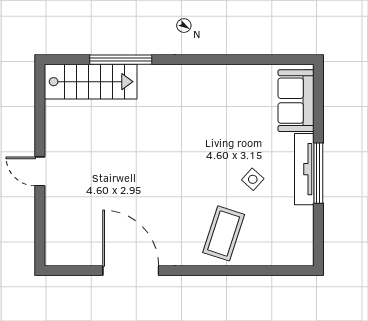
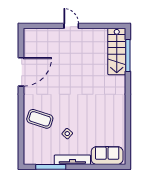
window: (121, 60) -> (128, 55), moved
door: (40, 171) -> (71, 26), hinge flipped
window: (318, 173) -> (51, 167), moved

